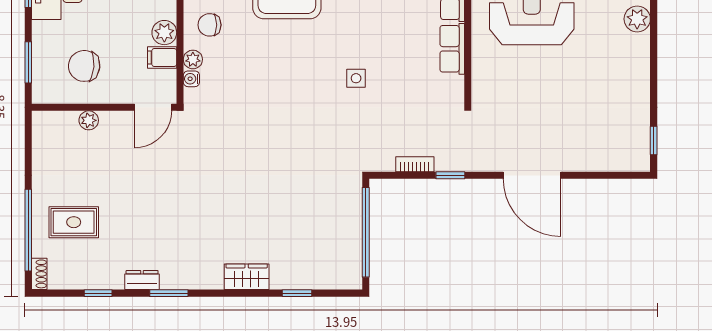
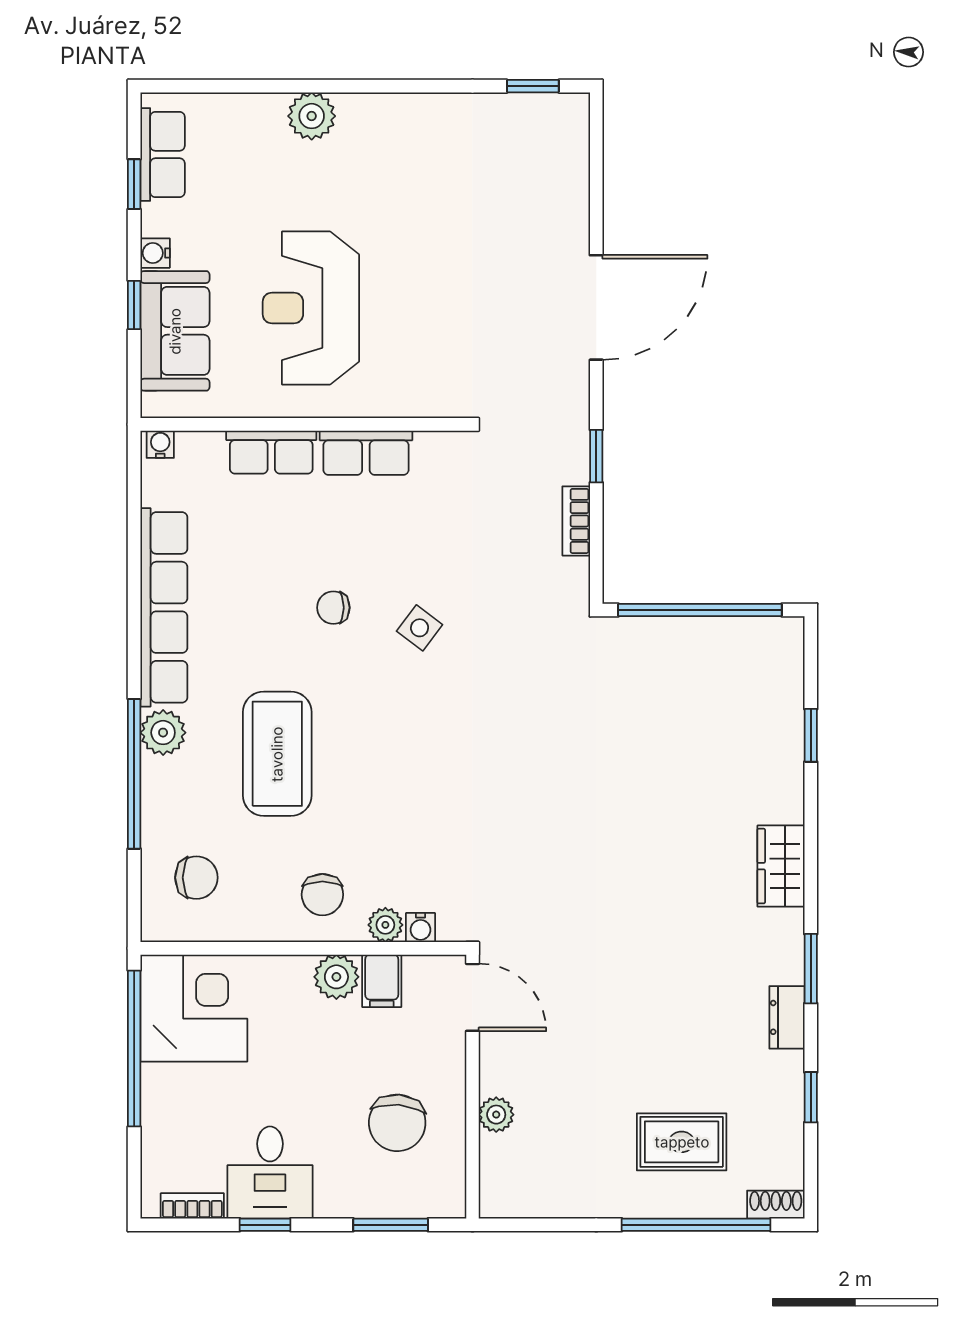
chair: (367, 31) -> (333, 608), added
side table: (356, 78) -> (420, 628), turned 37
rug: (74, 222) -> (682, 1142), turned 90
wardrobe: (247, 277) -> (781, 866), moved

